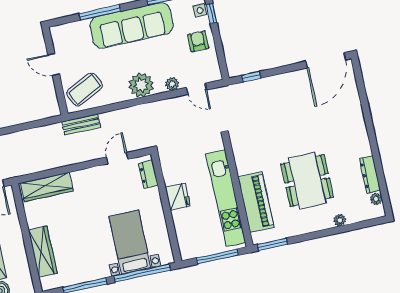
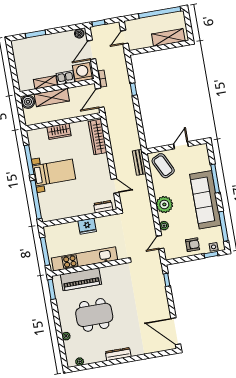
dresser: (370, 175) -> (118, 354), moved
bed with nightstands: (130, 242) -> (54, 173), moved
wardrobe: (43, 252) -> (59, 131), width x0.67

